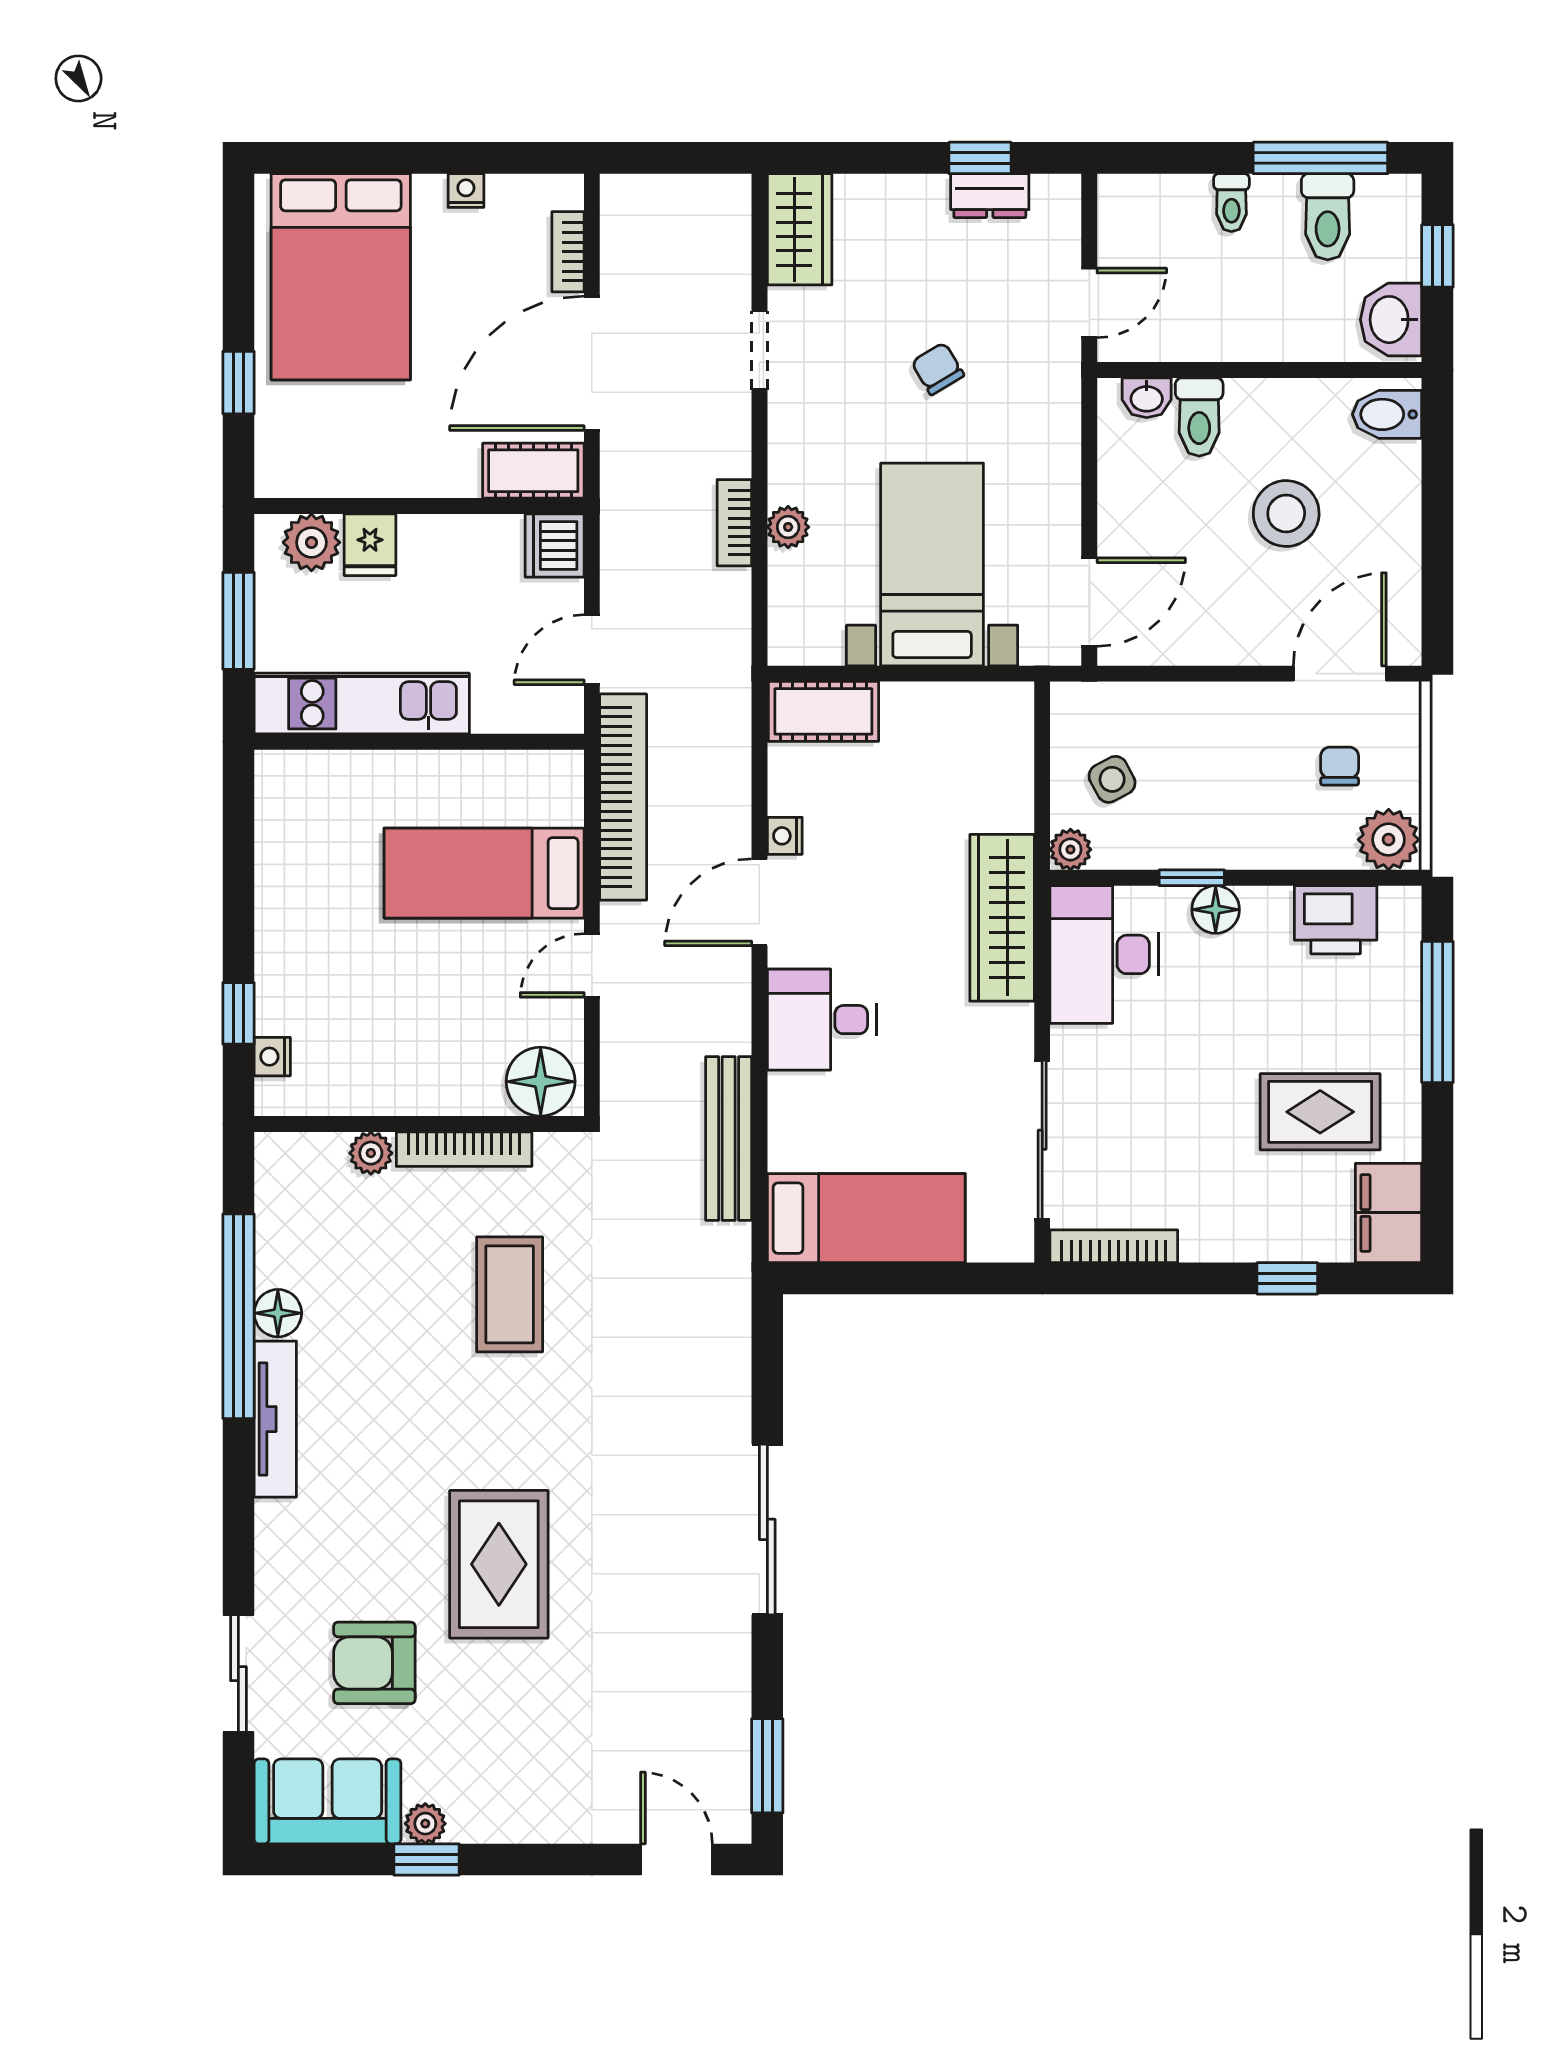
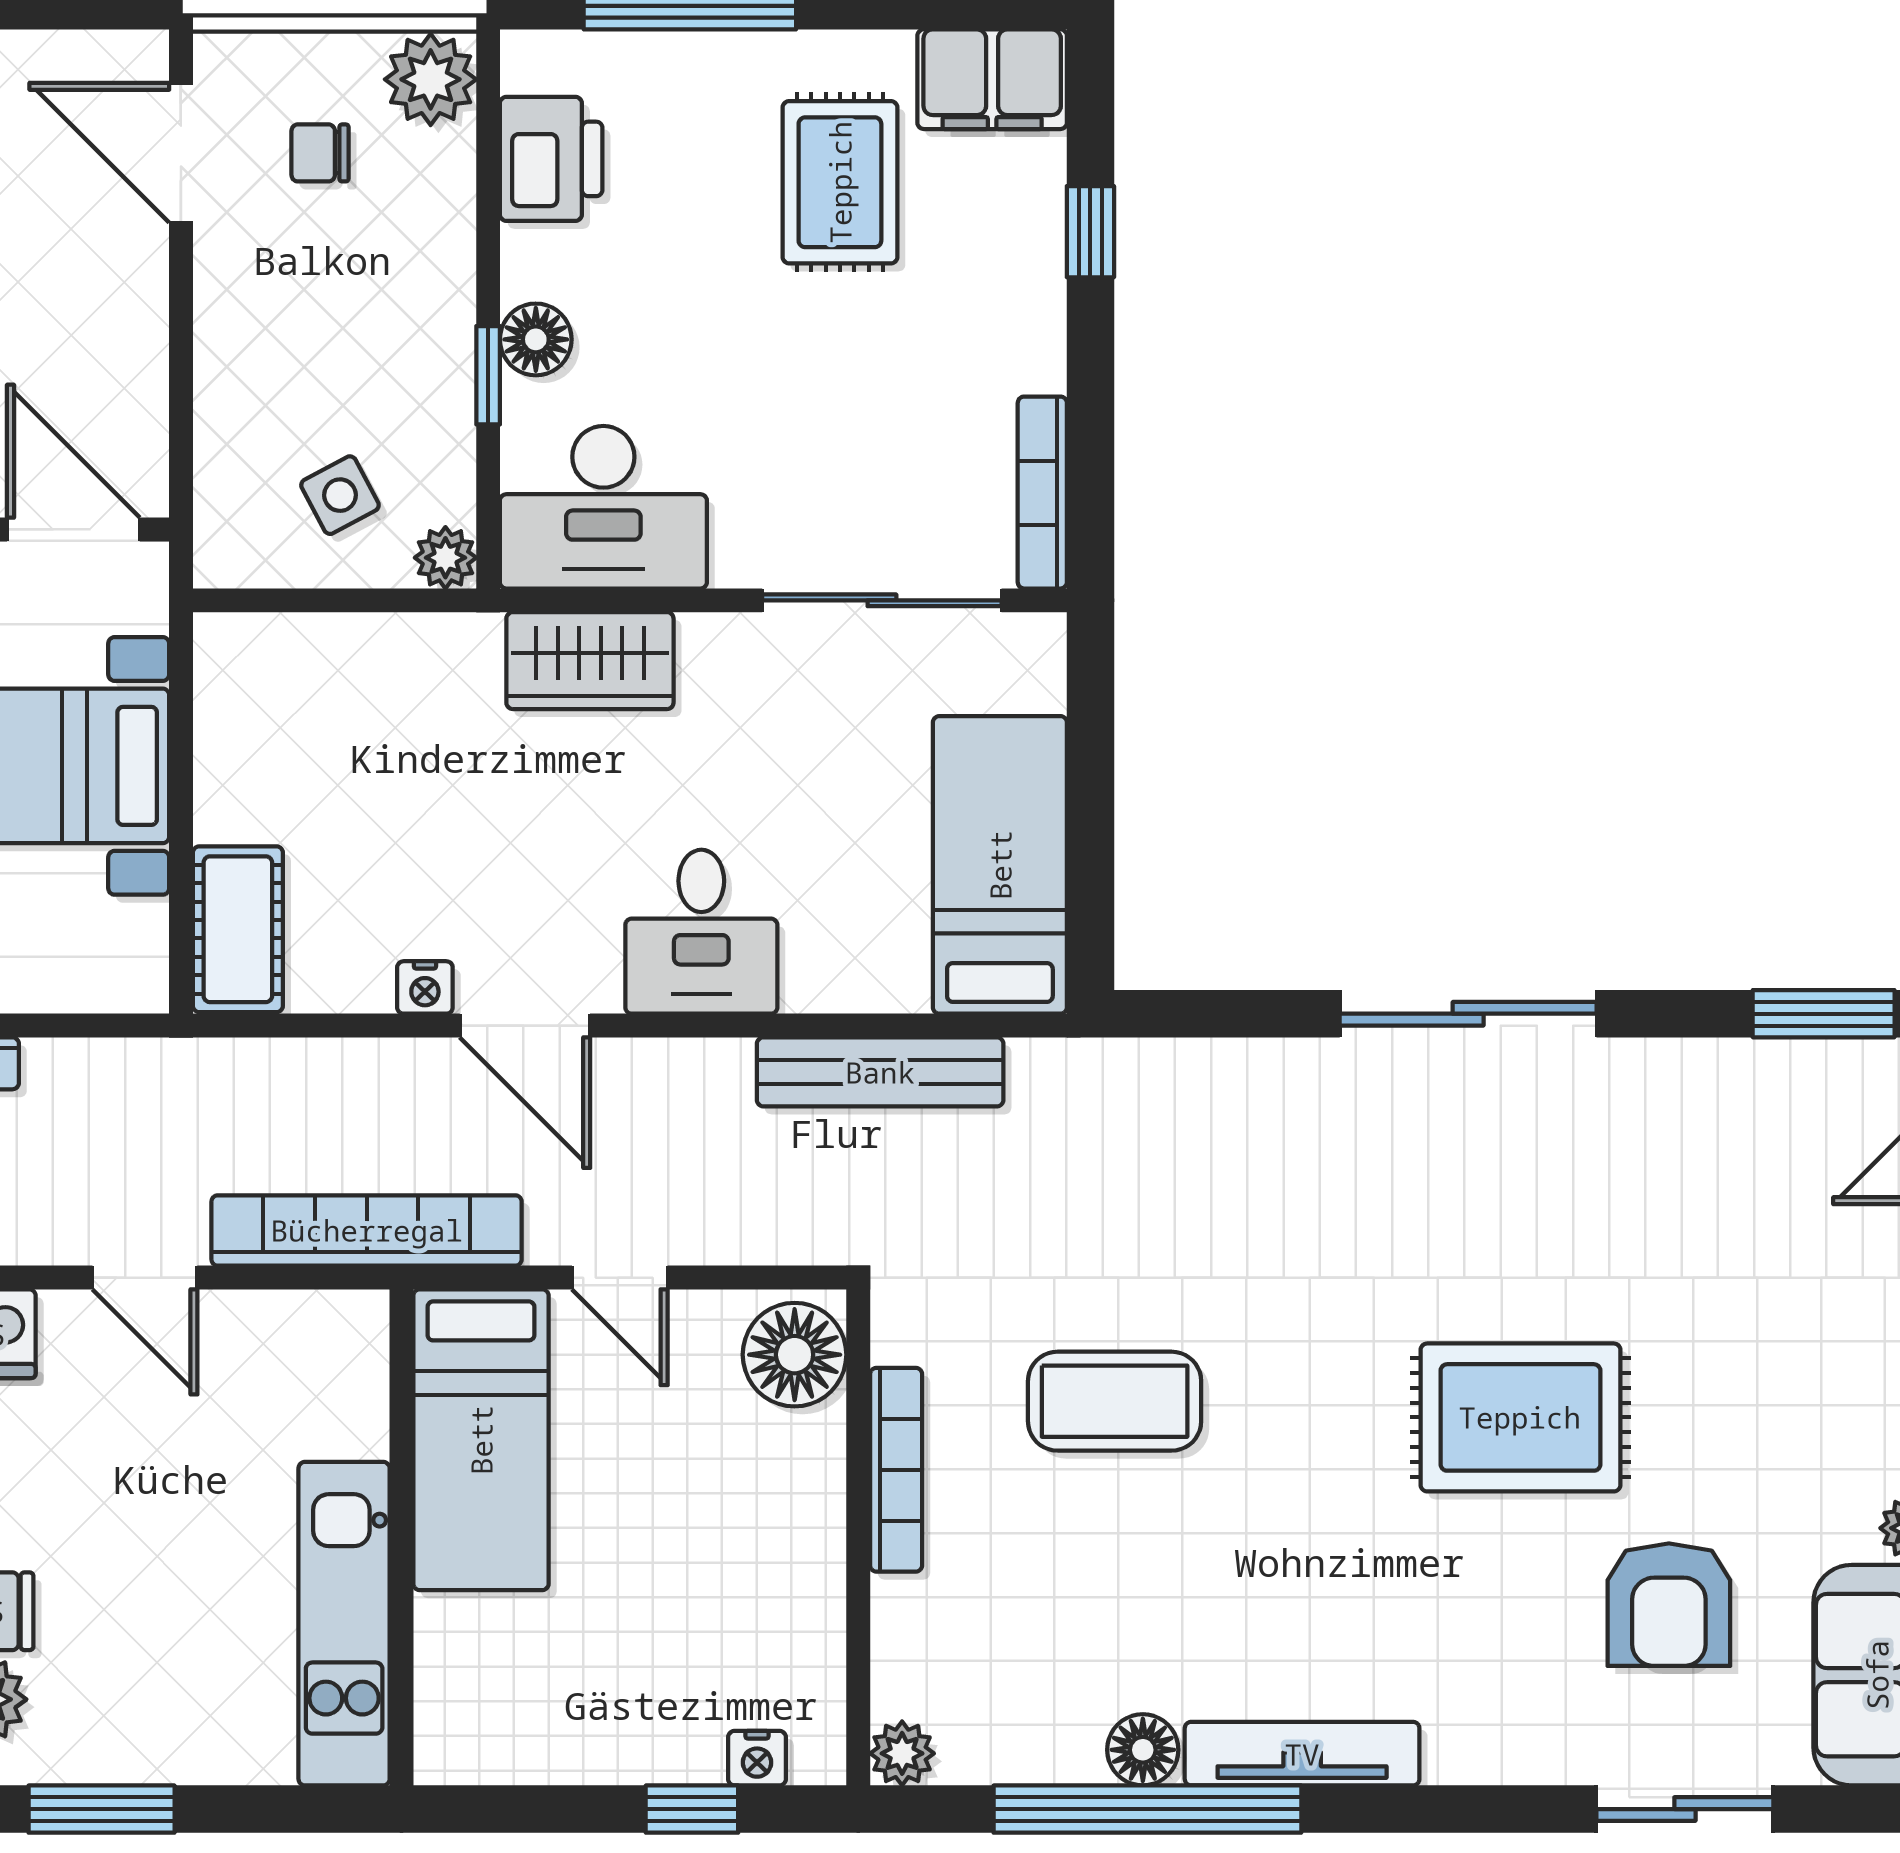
kitchen unit: (362, 704) -> (344, 1624), moved
wall: (419, 742) -> (401, 1537), moved
wardrobe: (1002, 918) -> (590, 661), width x0.67
plant: (371, 1153) -> (902, 1753), moved

